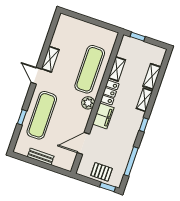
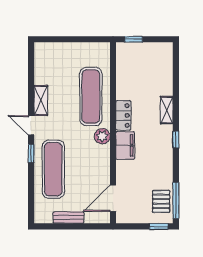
shelving: (117, 69) -> (122, 85), removed
shelving: (152, 77) -> (166, 80), removed
window: (22, 117) -> (31, 153), moved
door: (83, 143) -> (113, 198), moved
window: (131, 161) -> (176, 200), moved
pallet: (102, 172) -> (161, 201), moved, turned 90

